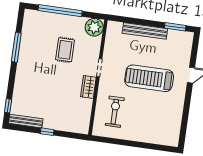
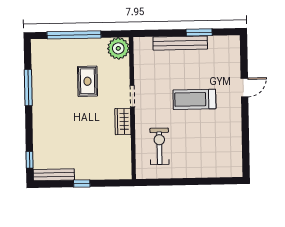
window: (175, 27) -> (199, 32), moved
treadmill: (149, 78) -> (194, 99), width x0.73, depth x0.73

